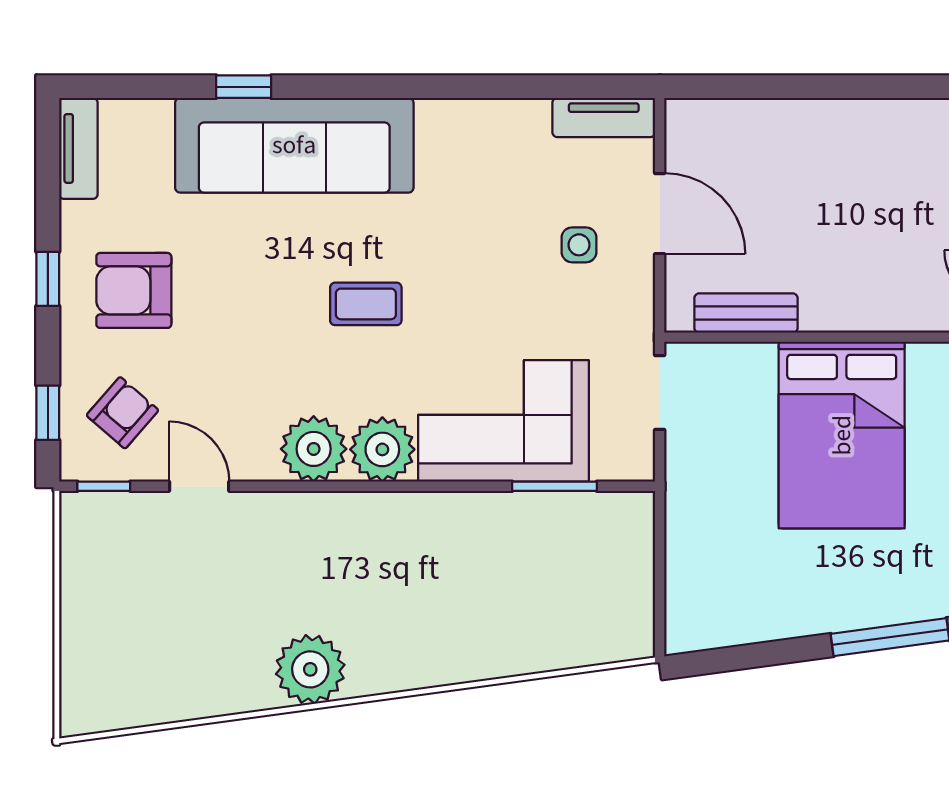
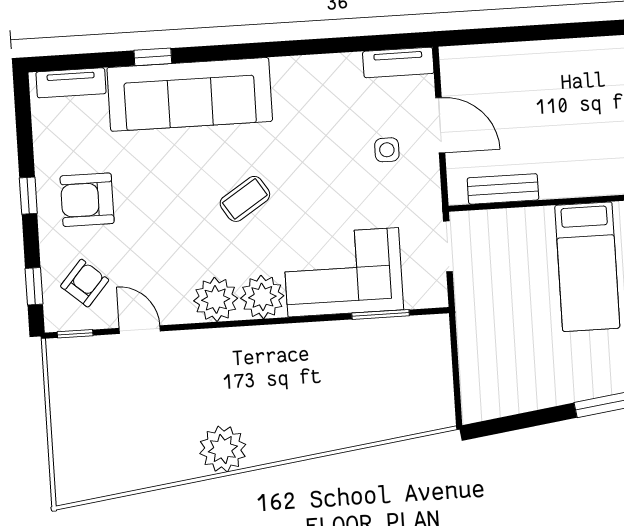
tv unit: (78, 148) -> (71, 83), moved, turned 90
coffee table: (366, 304) -> (245, 199), turned -33
bed: (842, 435) -> (587, 267), width x0.67

